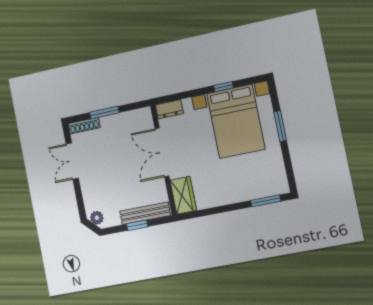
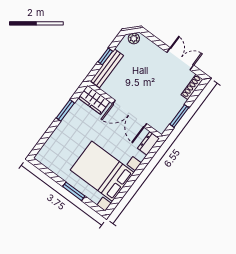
window: (223, 87) -> (128, 185), removed
window: (104, 112) -> (179, 116), moved
double door: (162, 152) -> (130, 114), swing flipped
window: (266, 201) -> (65, 110), moved

